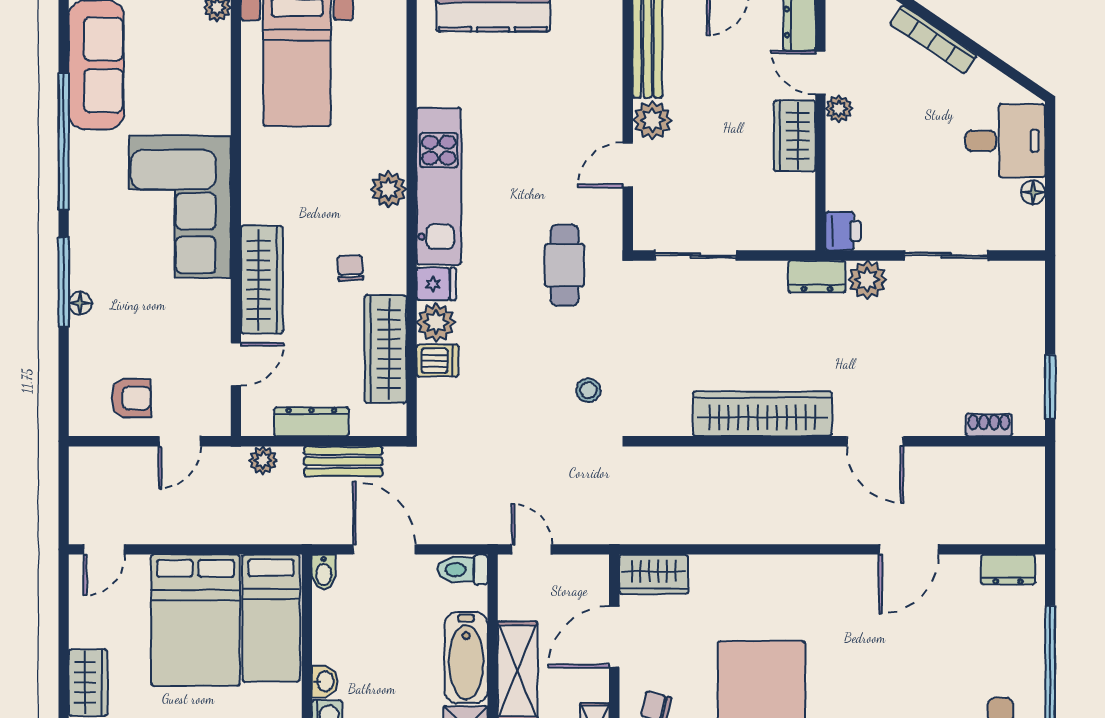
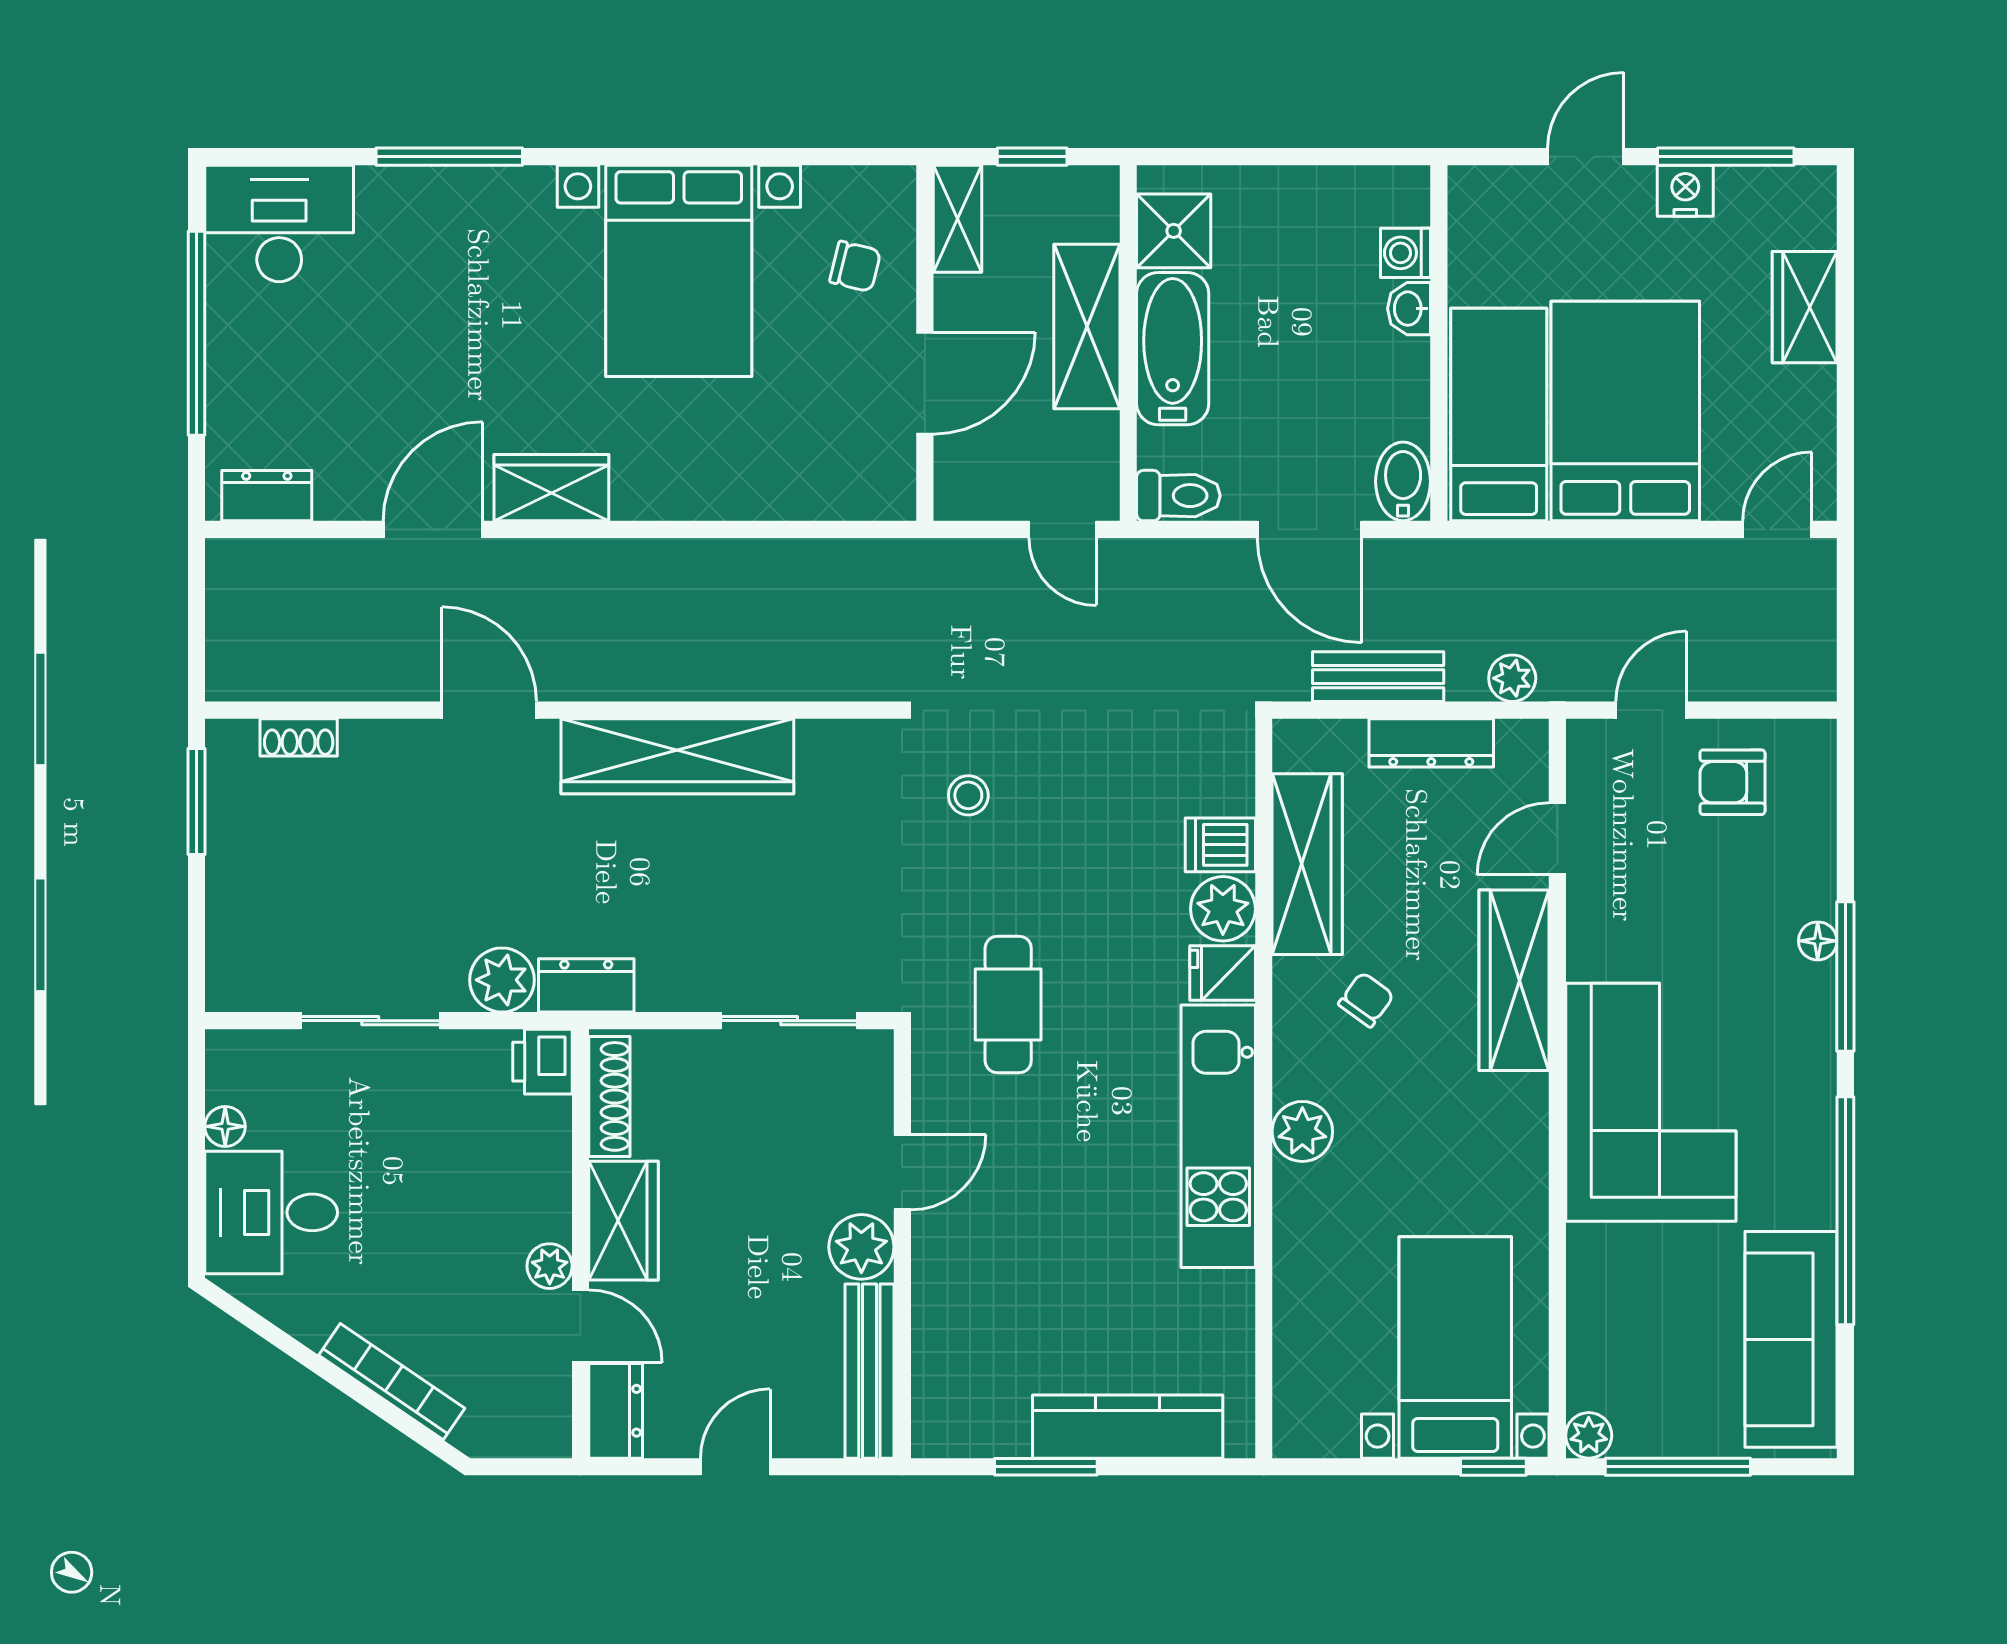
shoe rack: (803, 210) -> (609, 1096), added
chair: (350, 268) -> (1366, 1000), turned -141
bidet: (324, 572) -> (1403, 481), width x1.38, depth x1.36
wardrobe: (654, 574) -> (551, 488), moved

